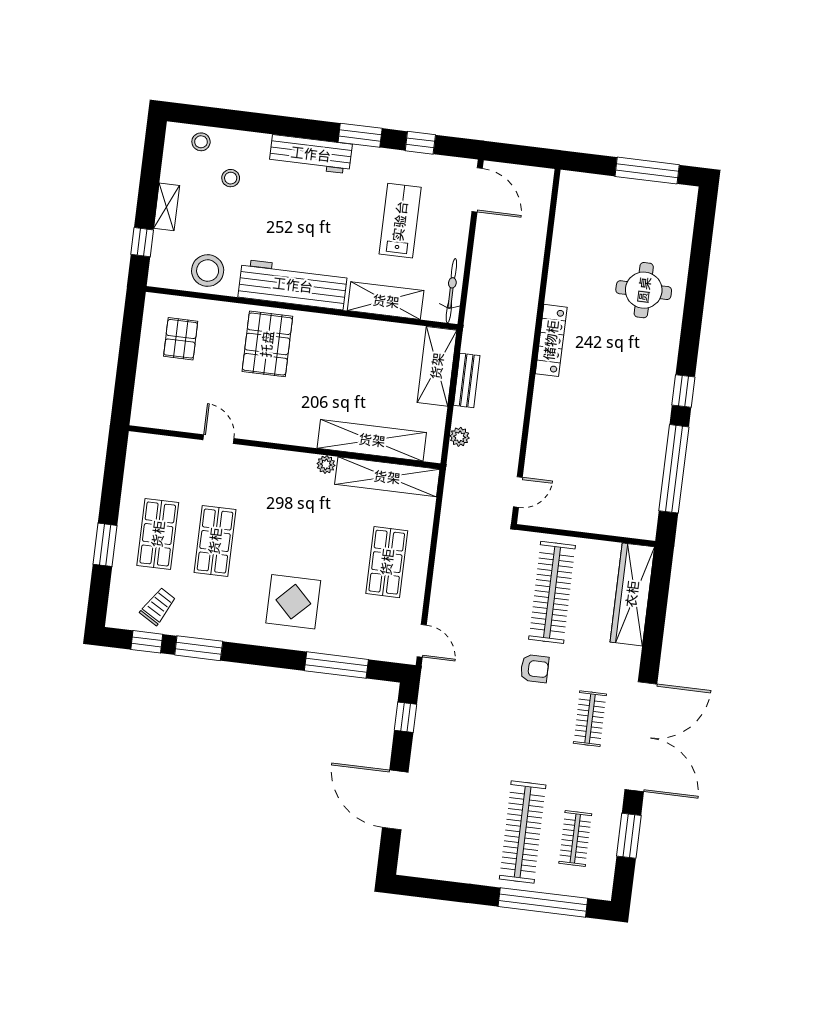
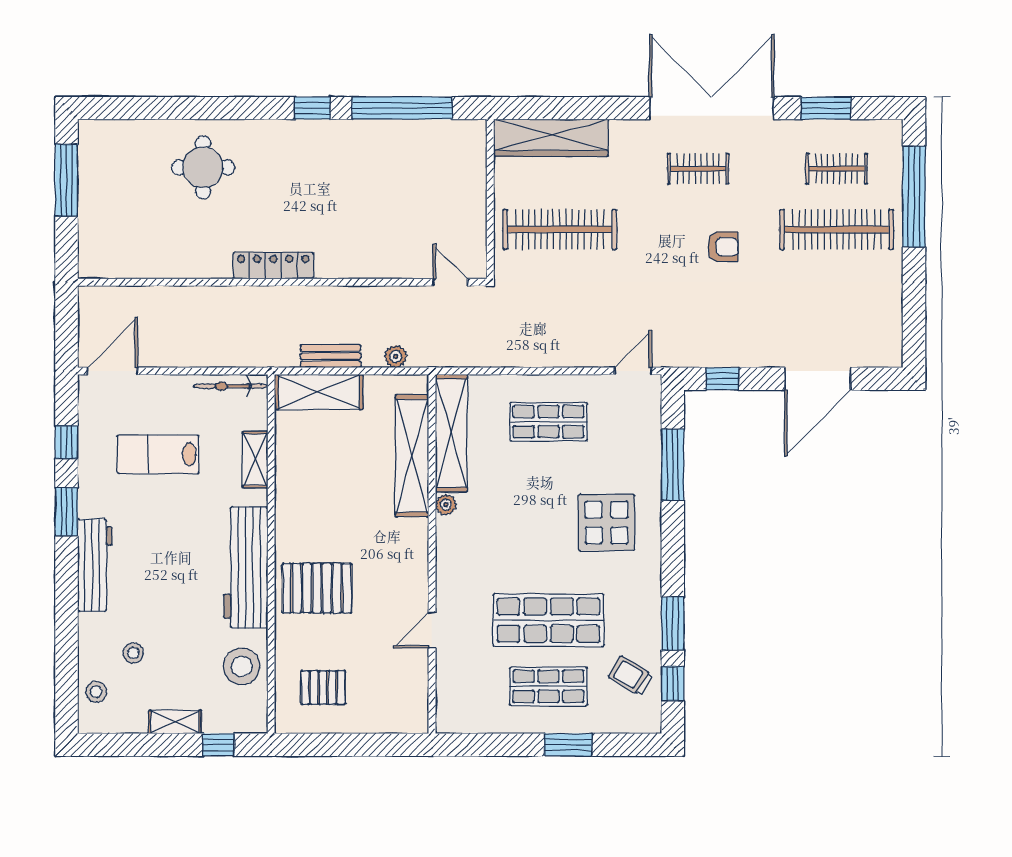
shelving: (386, 301) -> (255, 460), width x0.67, depth x0.75
shop shelf: (215, 541) -> (548, 620), width x1.43, depth x1.36
armchair: (535, 669) -> (723, 247), moved, turned 90

